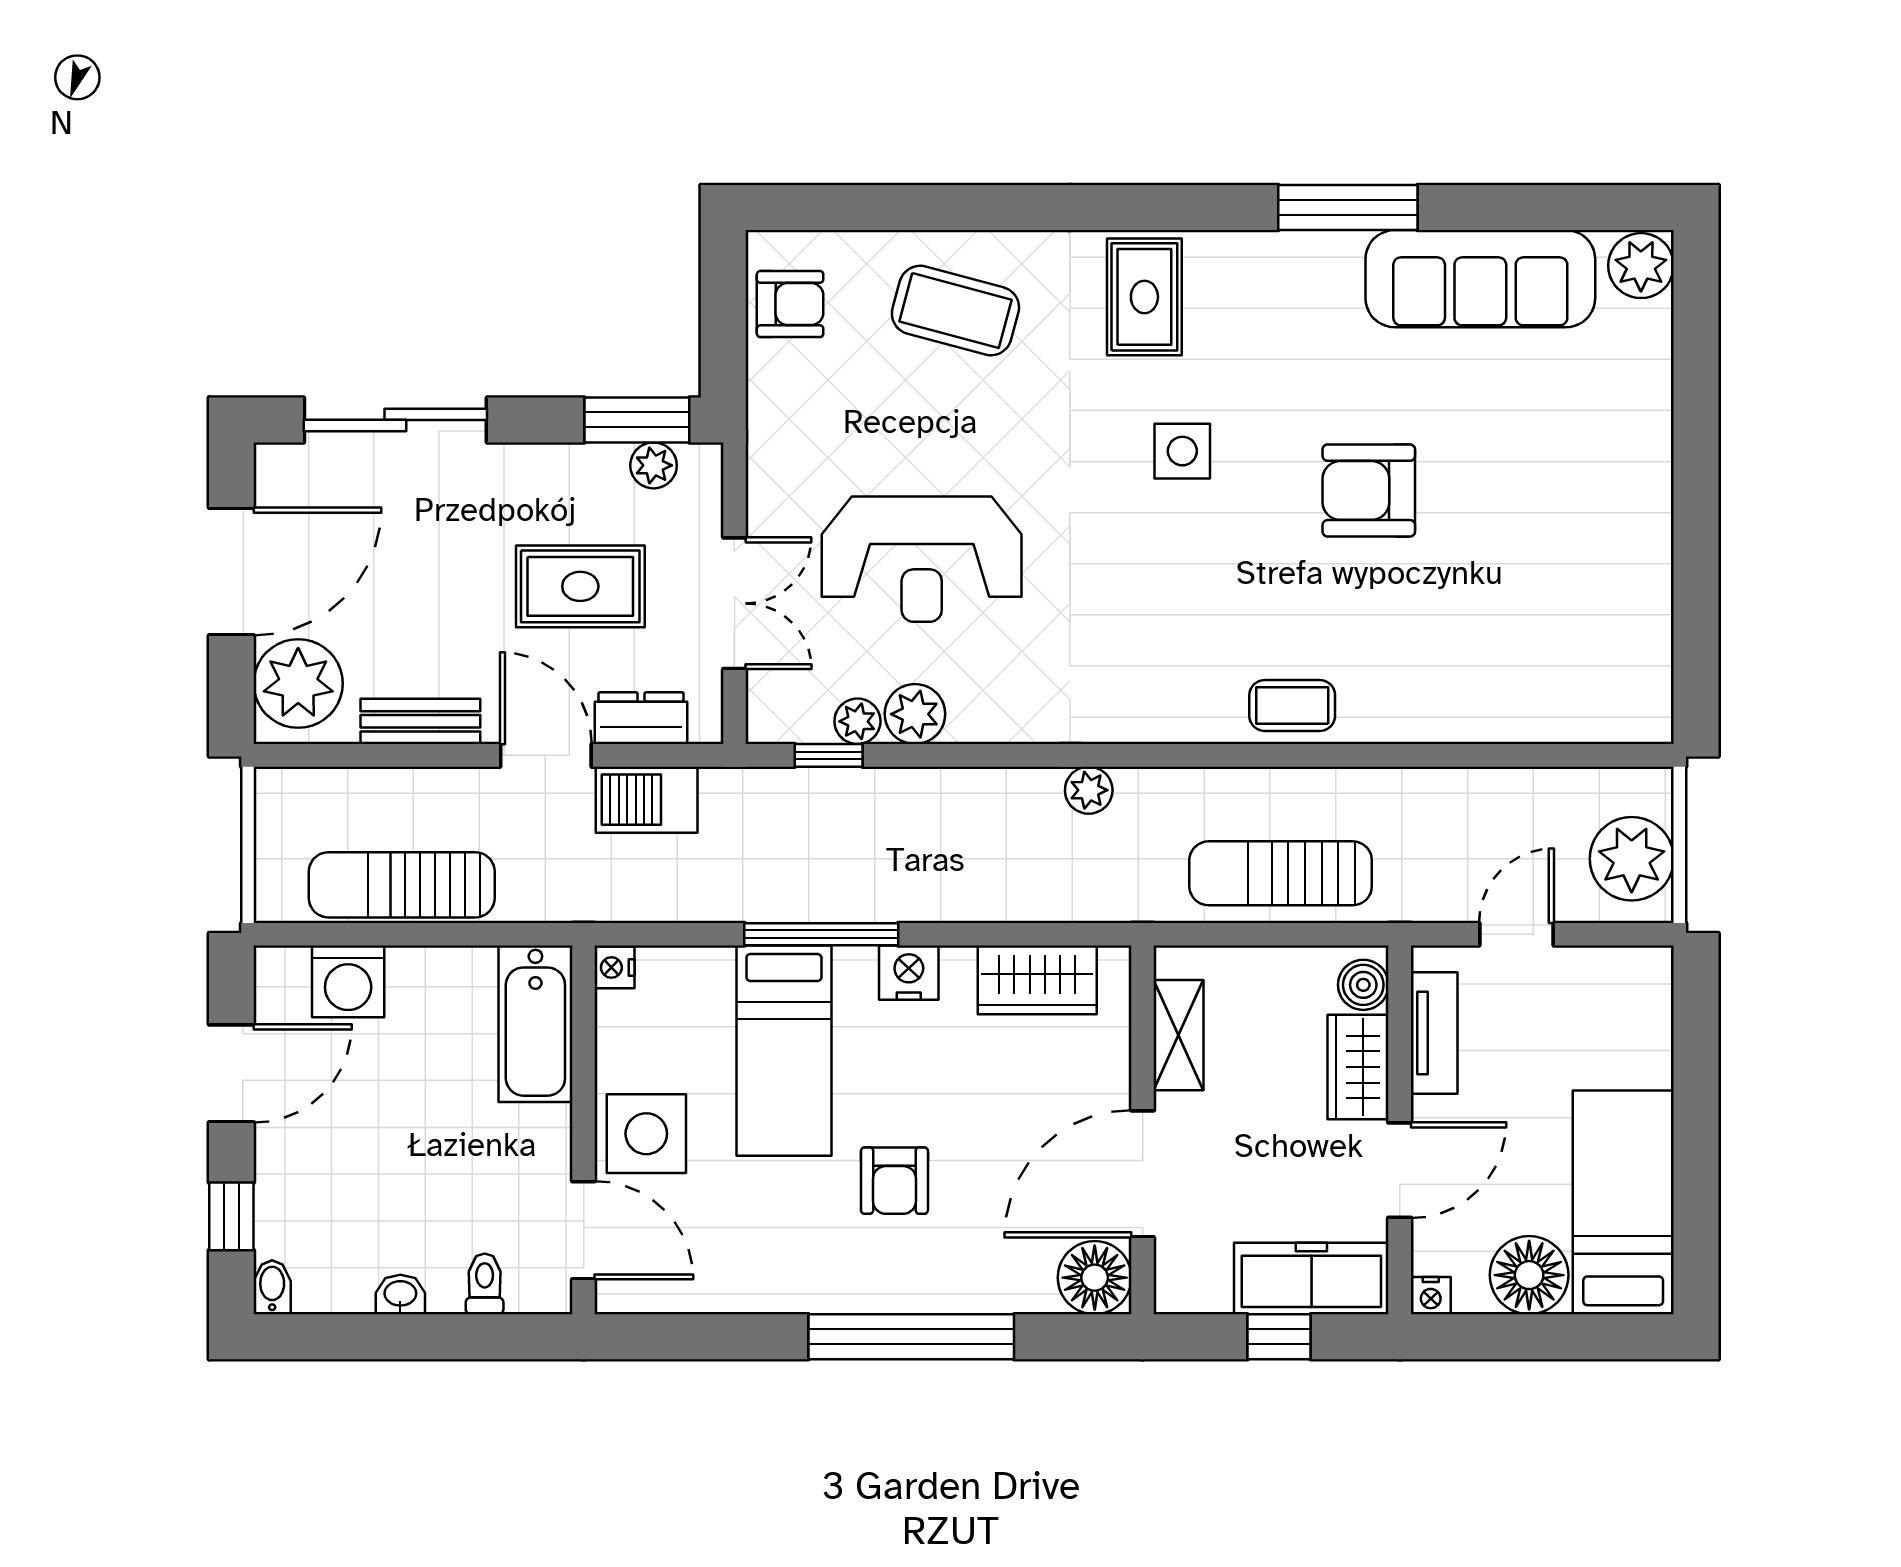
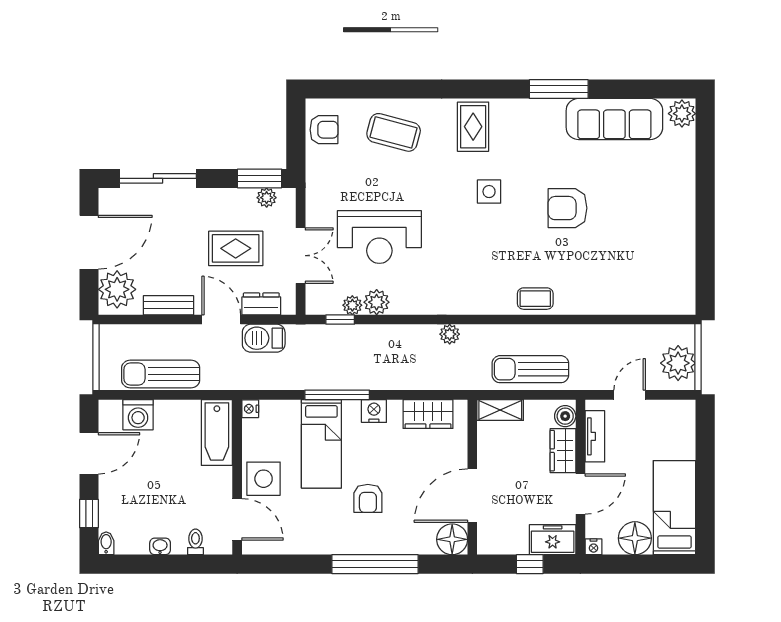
shelving: (1179, 1035) -> (500, 410), moved, turned 90
freezer: (1311, 1279) -> (553, 540), width x0.71

